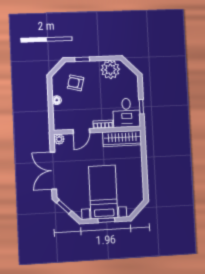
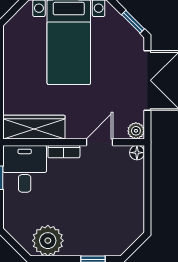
armchair: (76, 83) -> (105, 221), removed
floor lamp: (57, 100) -> (137, 153), moved

